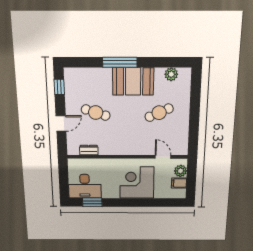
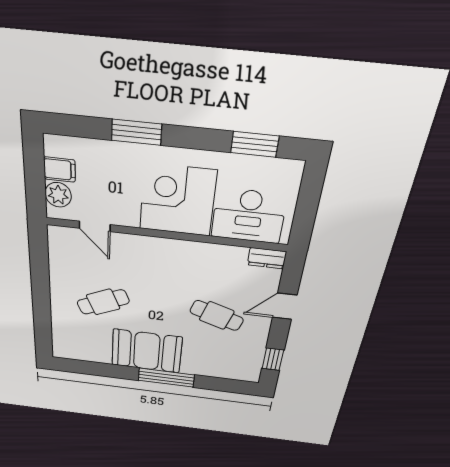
plant: (171, 74) -> (84, 353), removed
dresser: (89, 150) -> (267, 258), moved
corner desk: (137, 183) -> (177, 200), moved, turned 180
desk: (85, 186) -> (249, 216), moved, turned 180
window: (144, 202) -> (137, 132), added

